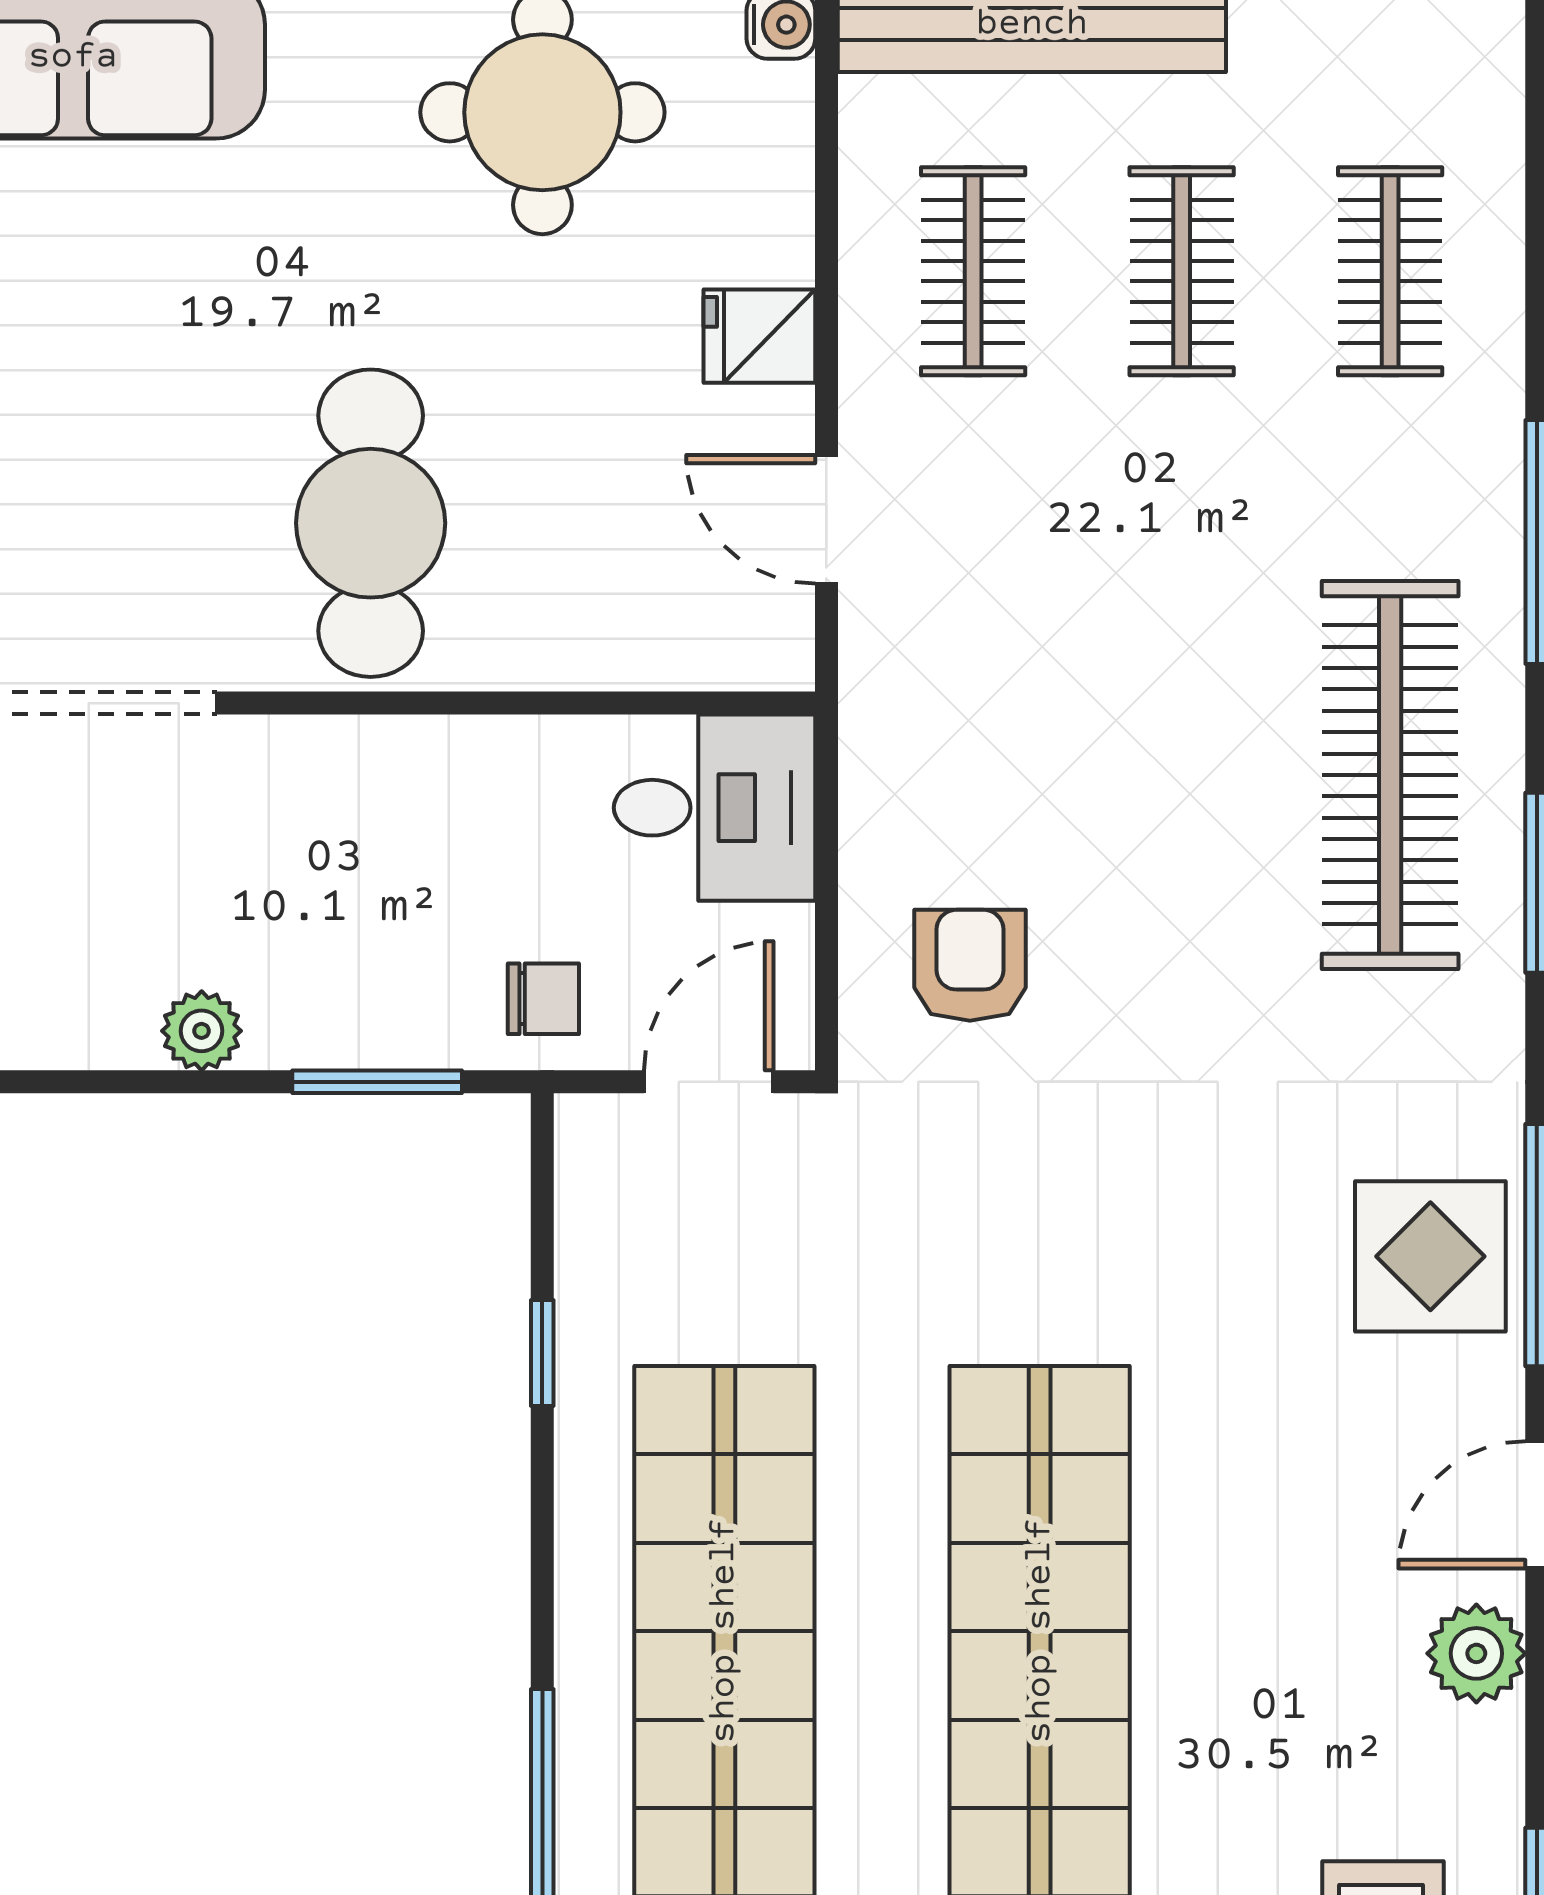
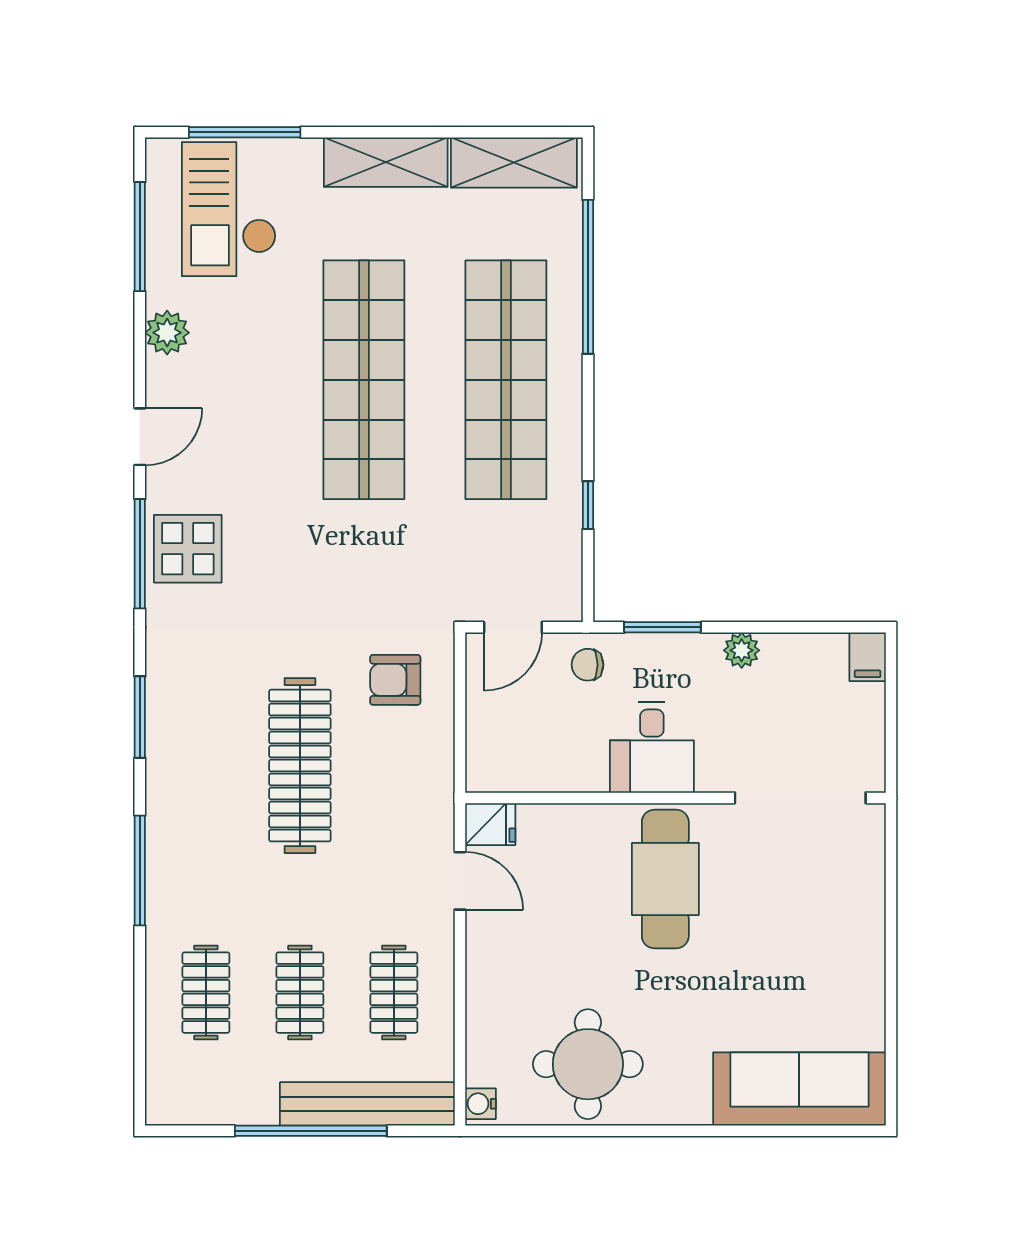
fridge: (759, 336) -> (490, 824), moved
clothes rail: (1390, 775) -> (300, 766), moved
desk: (715, 808) -> (652, 748), moved, turned -90
armchair: (970, 965) -> (395, 680), turned 90
plant: (1476, 1653) -> (167, 333), moved

